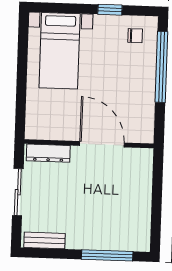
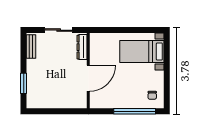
window: (110, 10) -> (167, 80), removed
window: (107, 255) -> (24, 83), width x0.69

